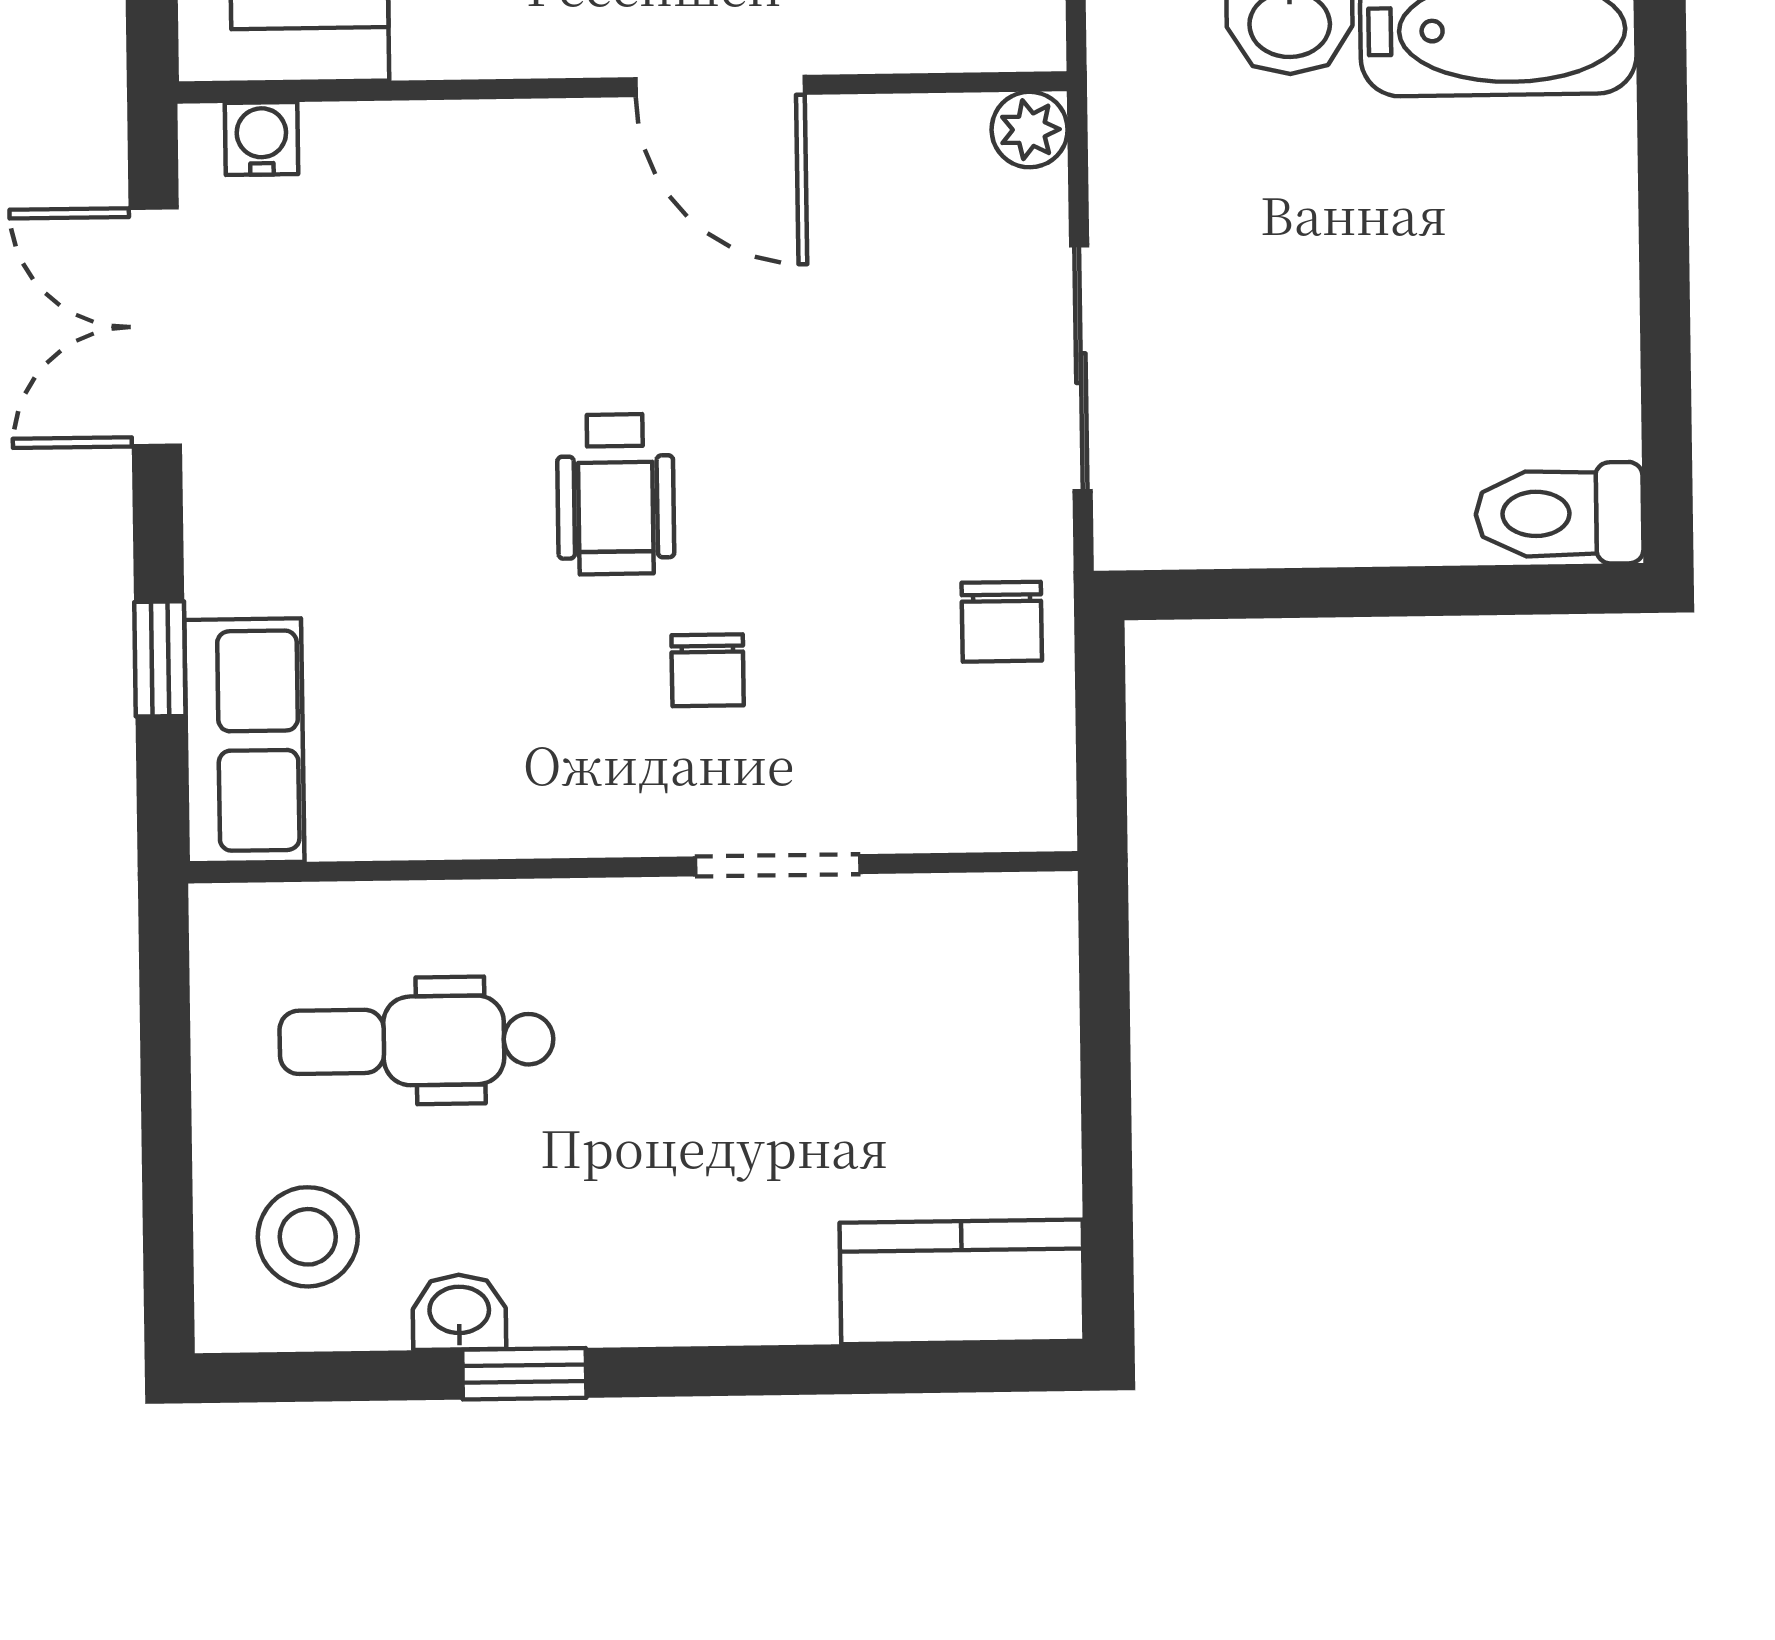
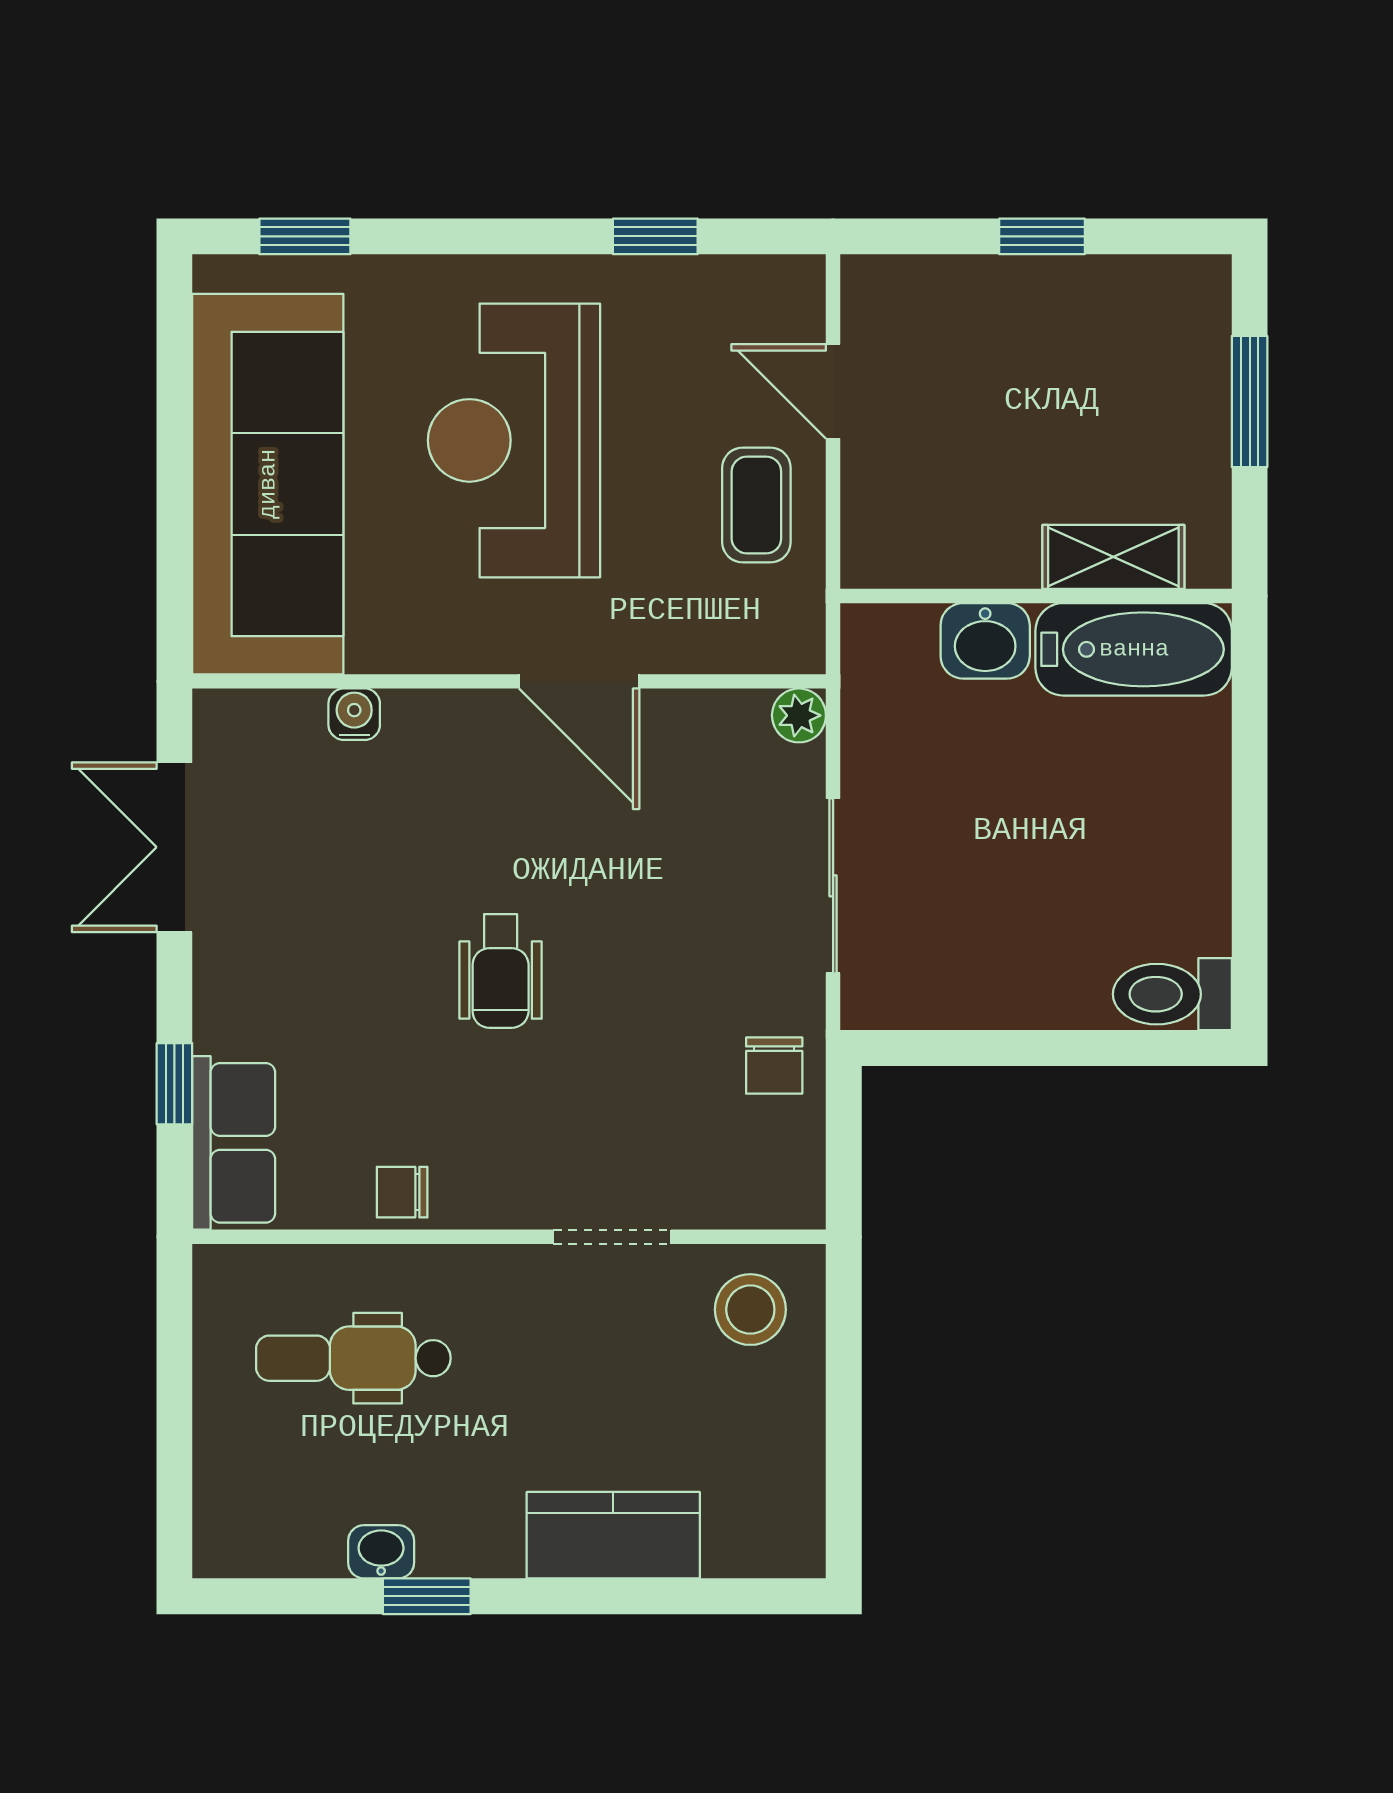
water cooler: (261, 139) -> (354, 714), moved
chair: (708, 670) -> (402, 1192), moved, turned 90
stool: (308, 1237) -> (750, 1310), moved
kitchen counter: (962, 1282) -> (613, 1535), moved

